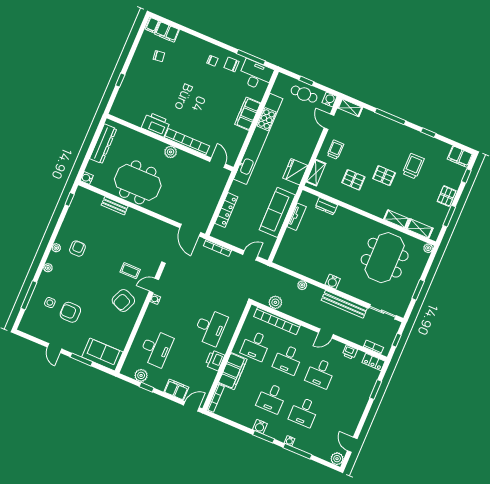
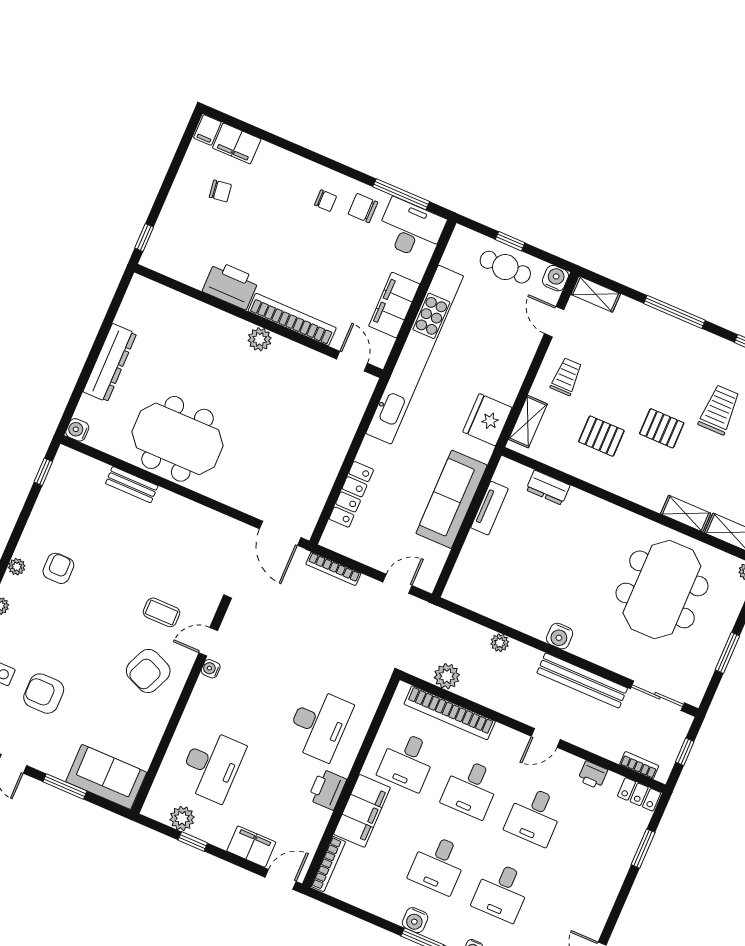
printer: (156, 124) -> (231, 285), moved
bookcase: (187, 142) -> (292, 319), moved
wall: (170, 143) -> (259, 321), moved
plant: (171, 152) -> (260, 339), moved
door: (218, 163) -> (352, 361), moved

